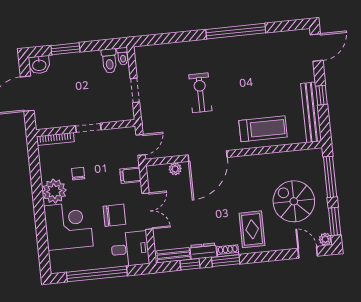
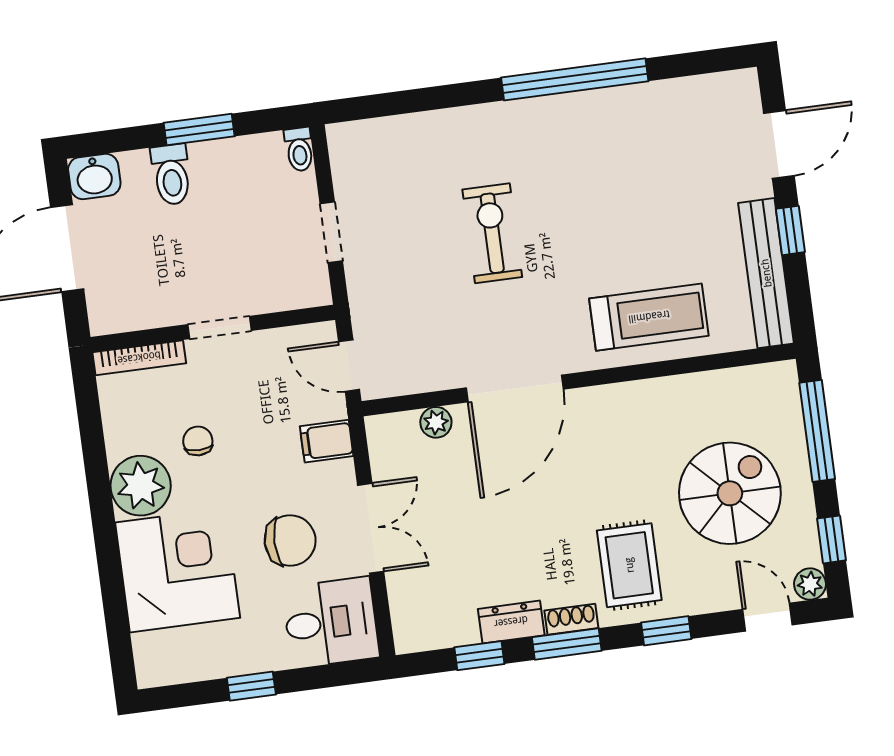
door: (317, 48) -> (779, 144), moved
window: (65, 49) -> (199, 130), moved
toilet: (109, 61) -> (171, 175), moved
door: (140, 145) -> (349, 366), swing flipped
spiral stairs: (294, 201) -> (730, 493), turned 90
window: (335, 221) -> (832, 539), width x0.67
bench: (173, 255) -> (438, 634), removed
window: (266, 256) -> (666, 631), added
window: (97, 274) -> (251, 686), width x0.32

